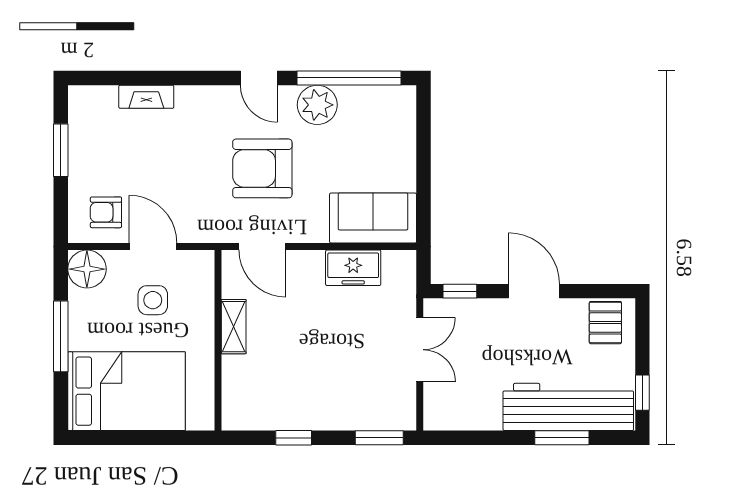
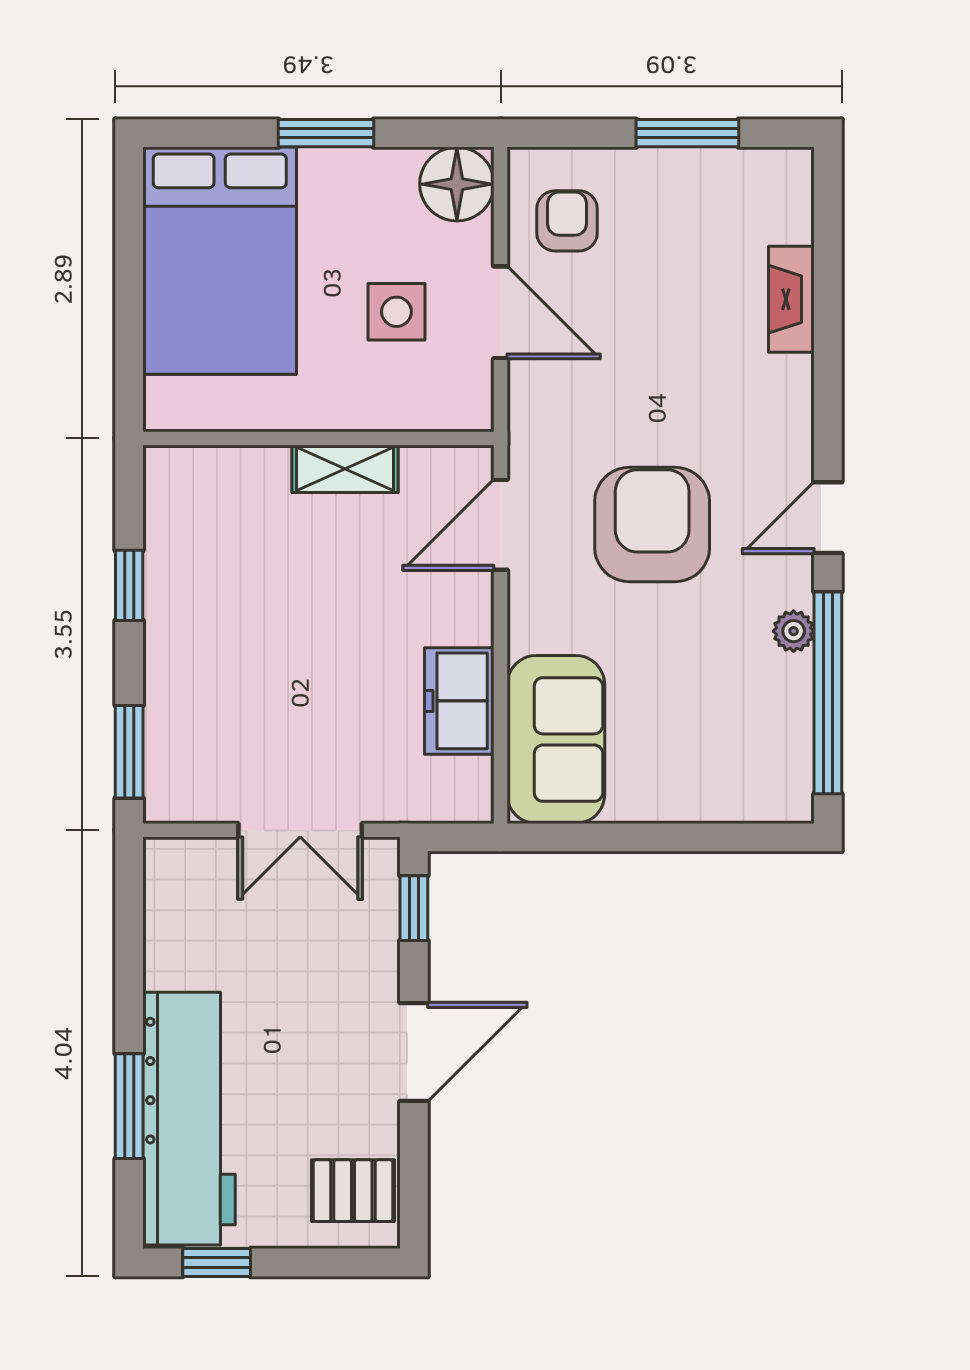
plant: (317, 105) -> (794, 631), width x0.53, depth x0.53
door: (153, 246) -> (501, 312), hinge flipped
window: (61, 336) -> (326, 133), width x0.69

